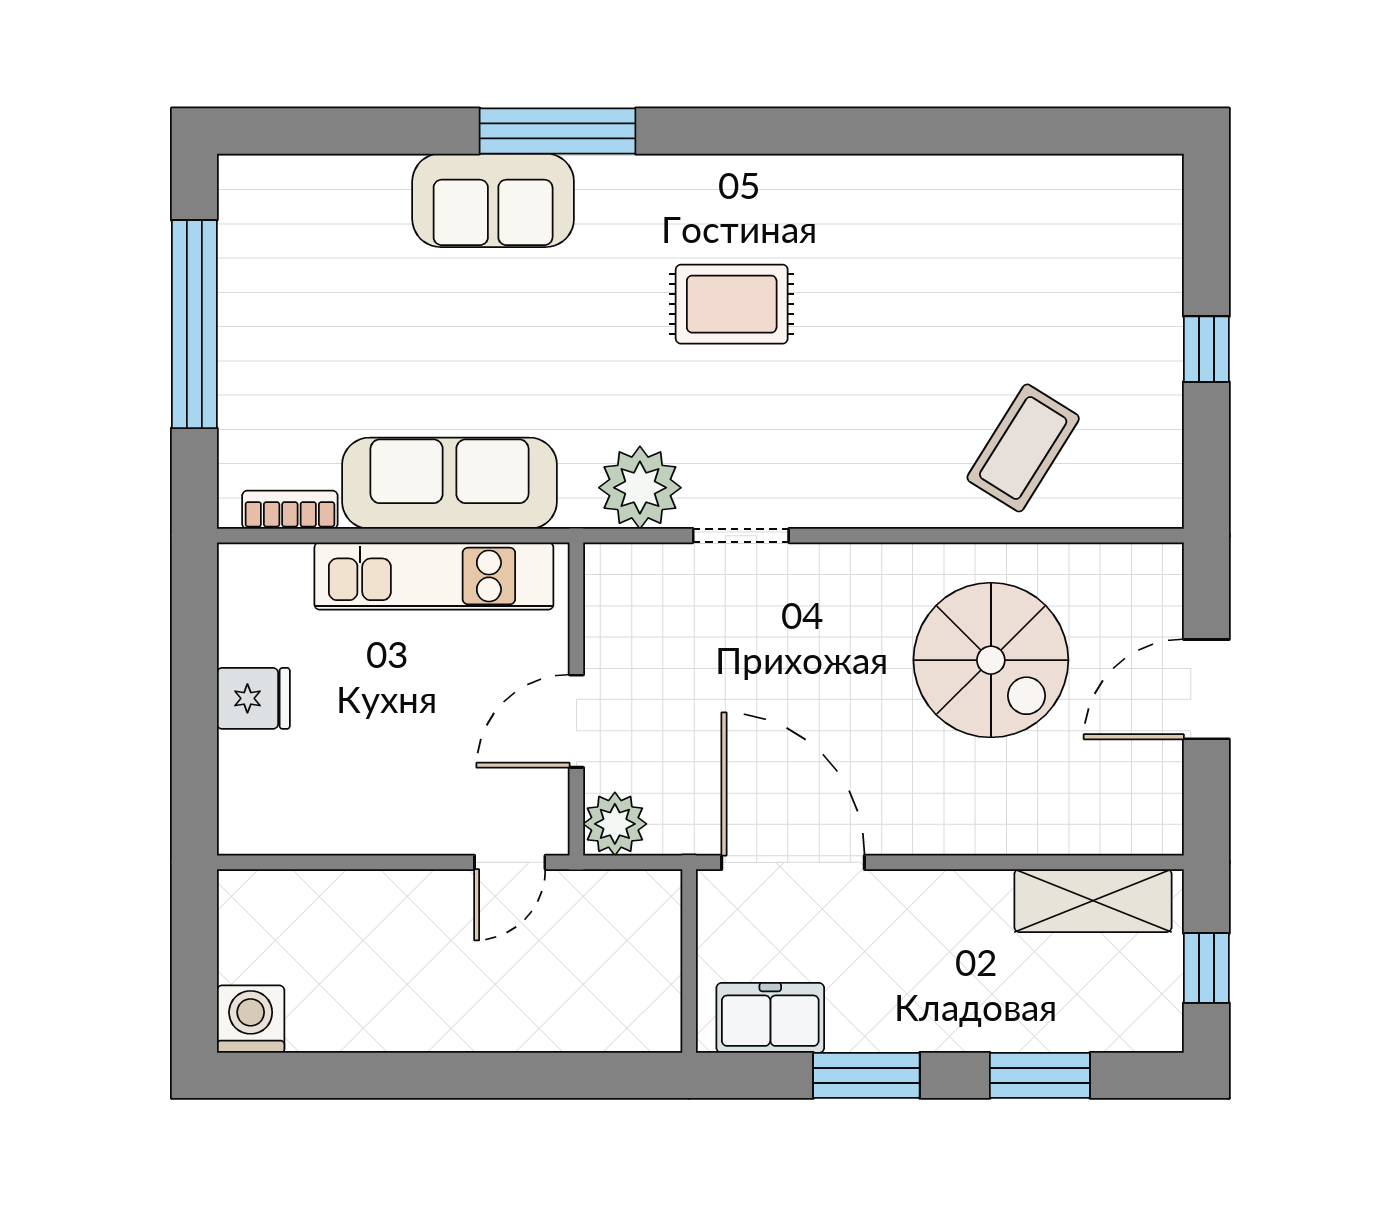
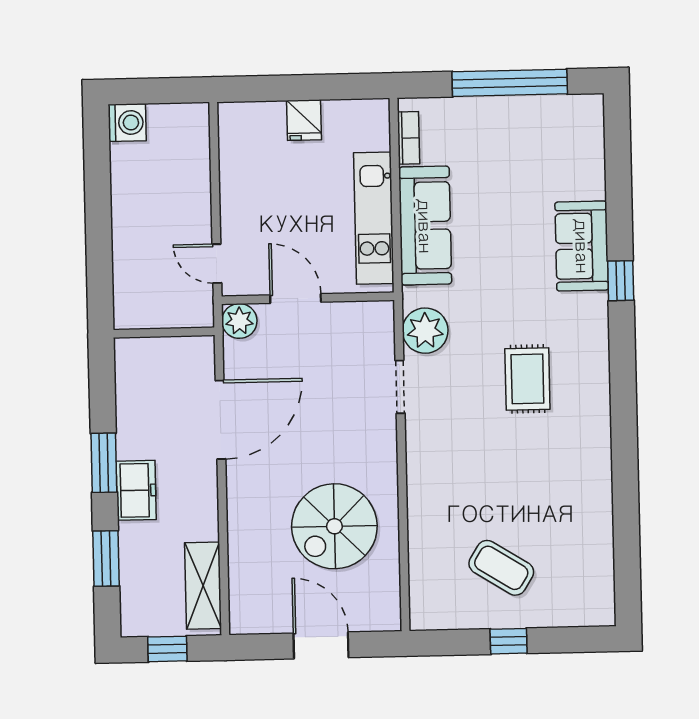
window: (558, 131) -> (621, 281), width x0.46
coffee table: (1023, 448) -> (501, 568), moved
wall: (689, 961) -> (164, 333), moved
freezer: (770, 1018) -> (136, 490), moved

